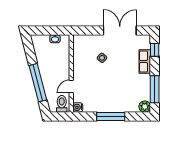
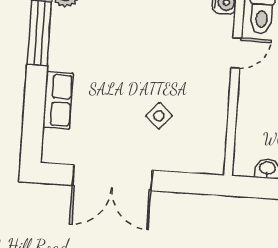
window: (155, 50) -> (33, 126), removed

